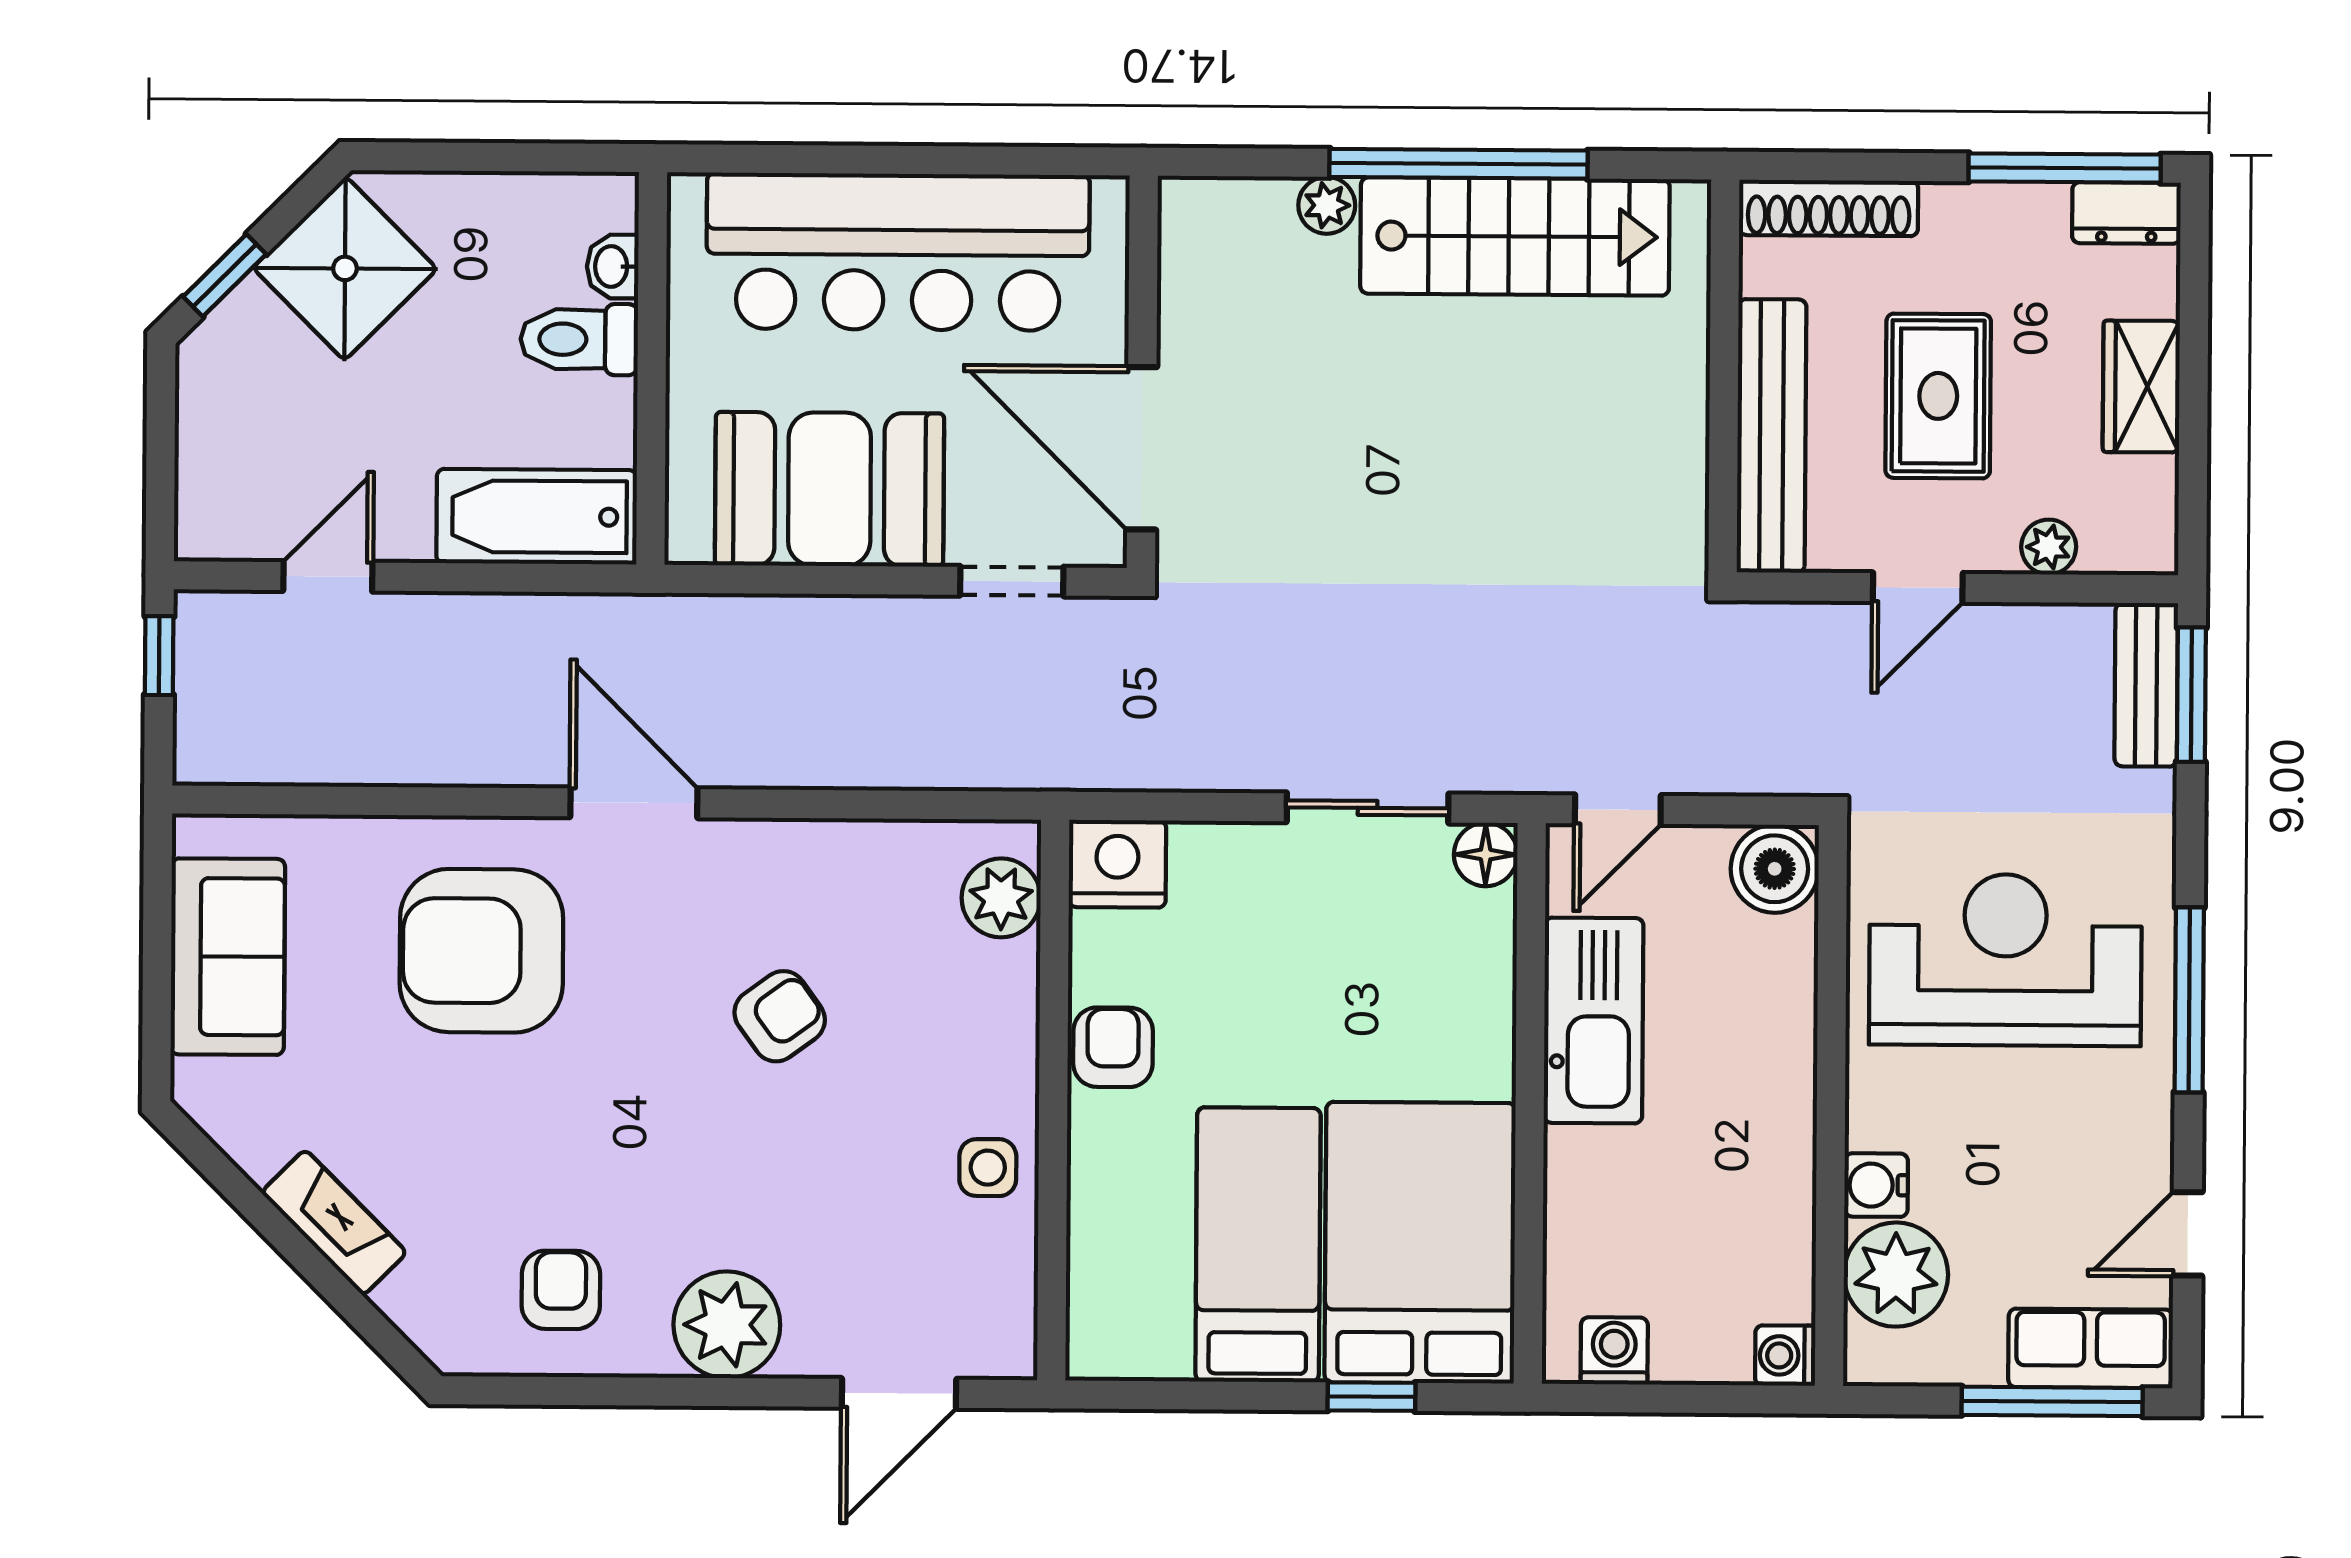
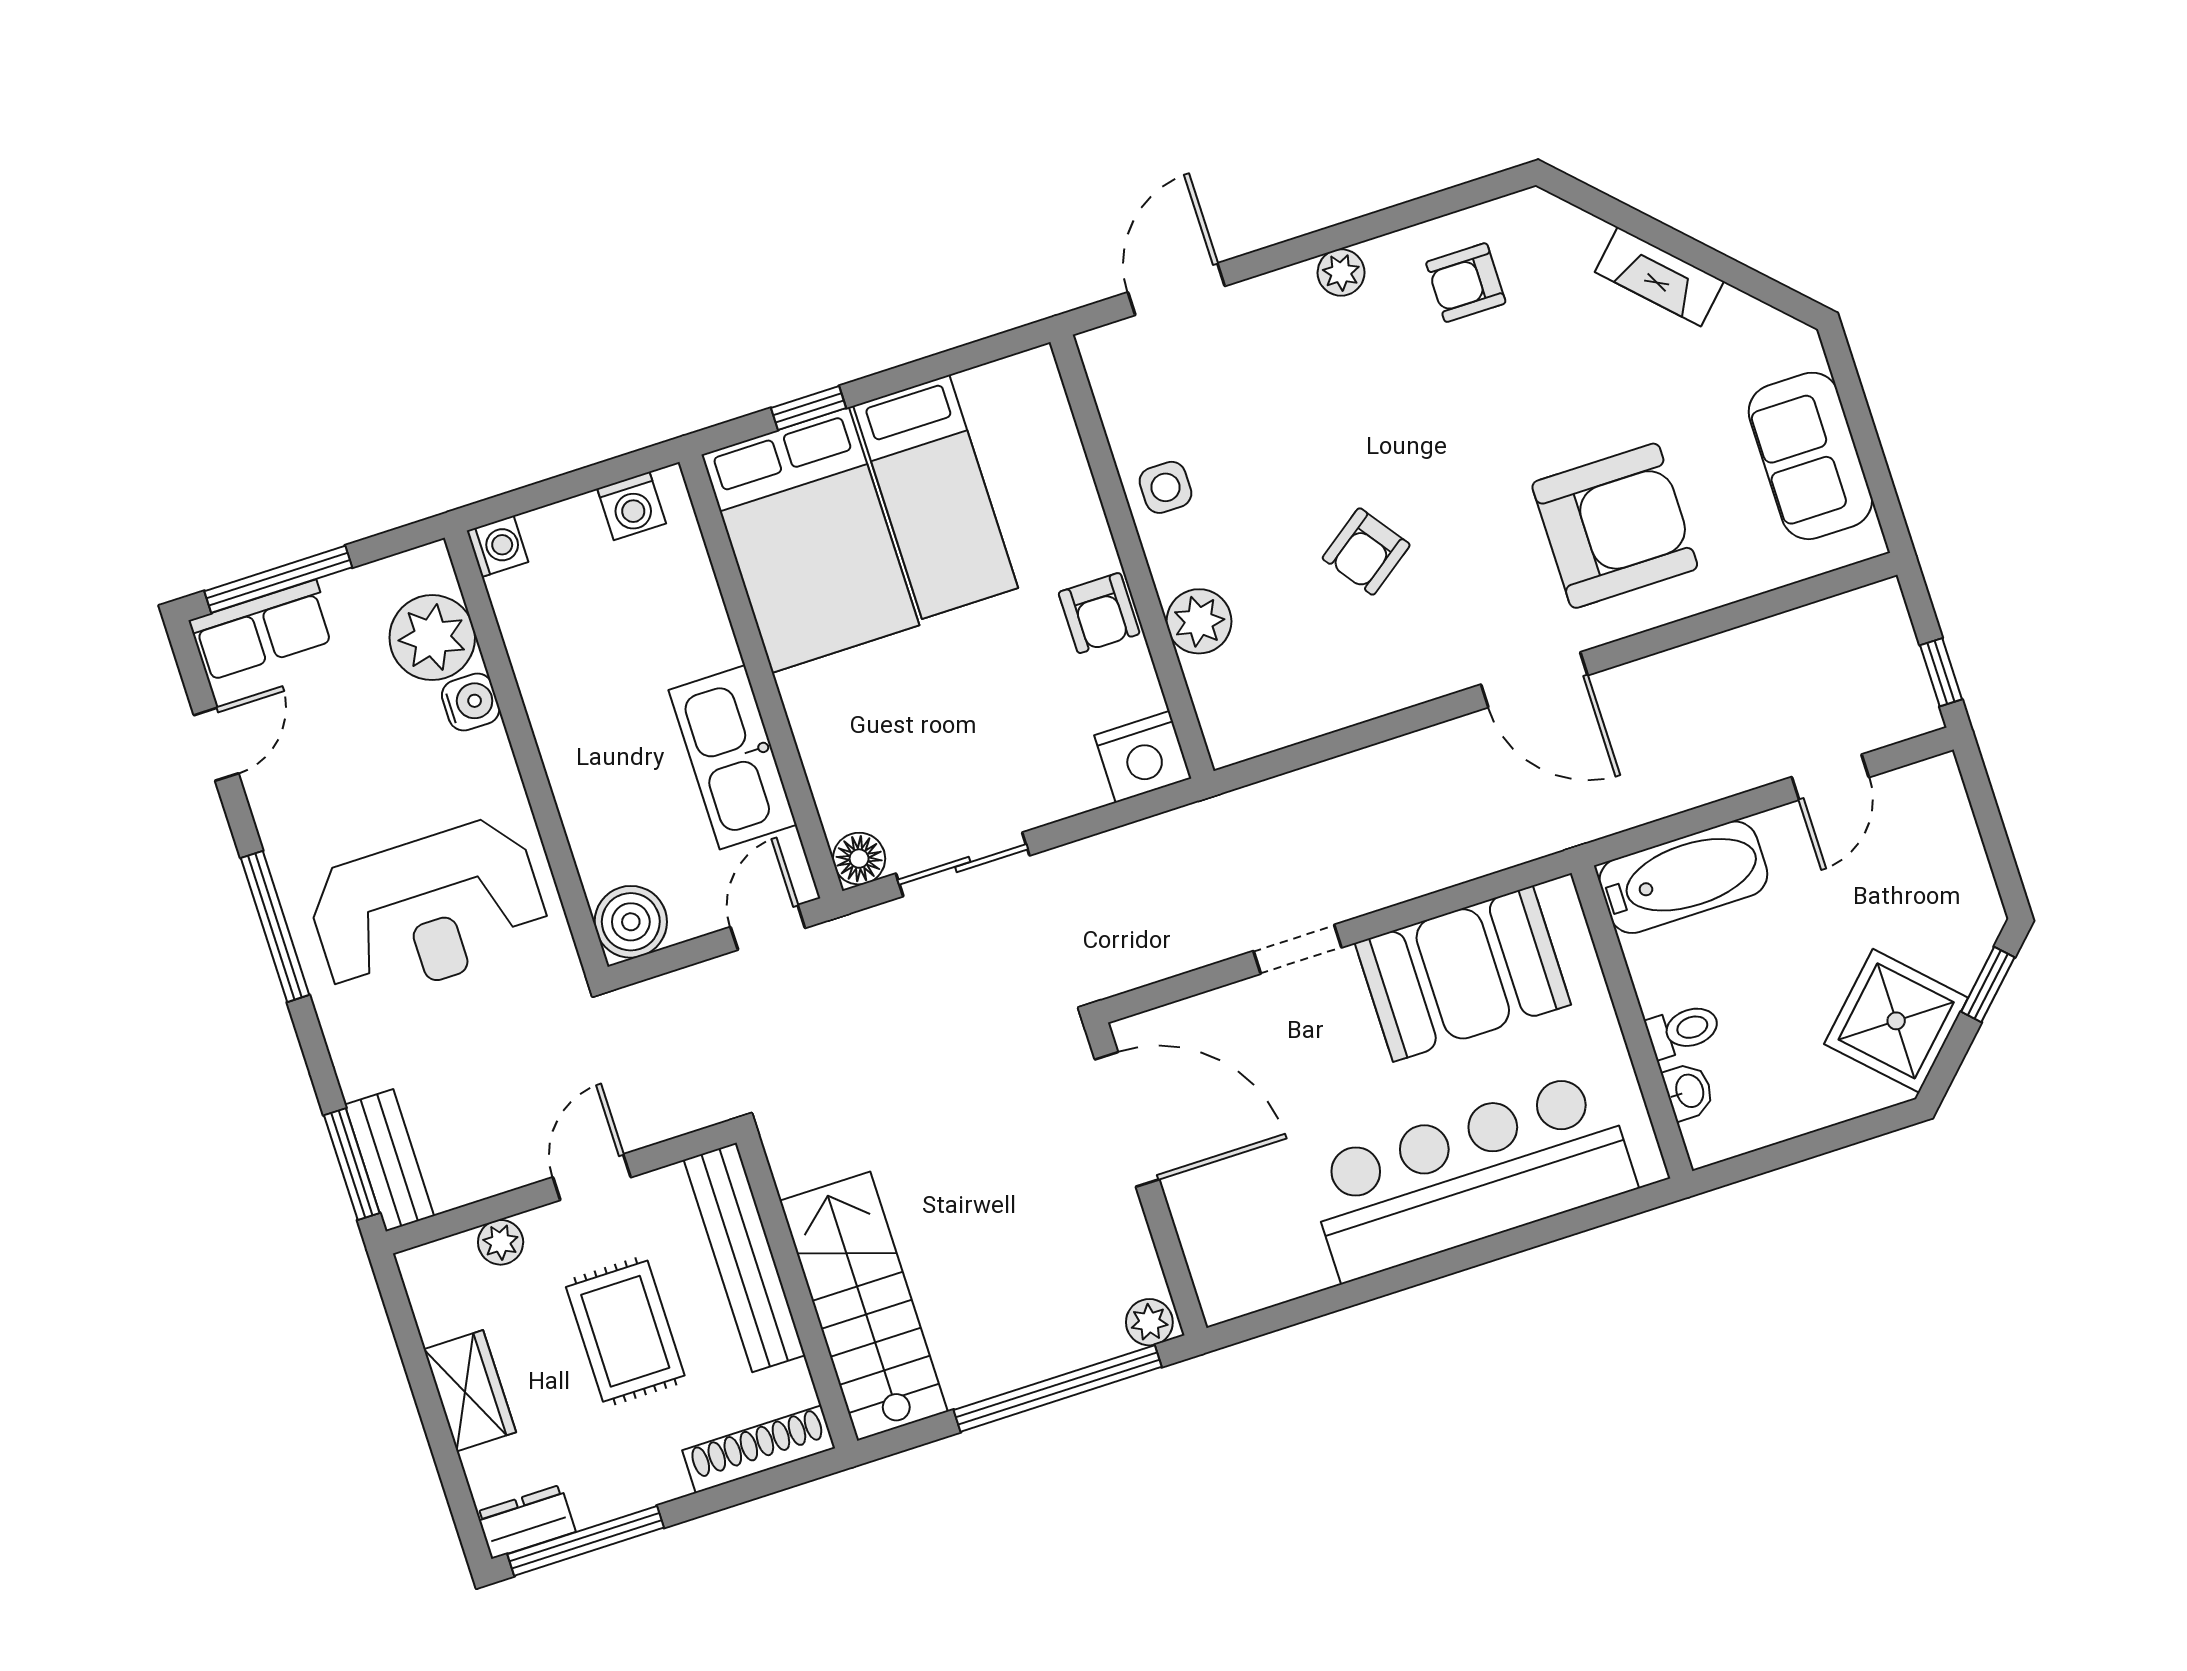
stairs: (1515, 236) -> (864, 1306), moved, turned 90
toilet: (579, 339) -> (1683, 1030), width x0.73, depth x0.72
wall: (1142, 372) -> (1146, 1179), moved
door: (1142, 448) -> (1127, 1119), moved
plant: (1001, 898) -> (1199, 621), moved
armchair: (561, 1290) -> (1466, 283), turned 90
plant: (727, 1325) -> (1341, 272), width x0.53, depth x0.53

